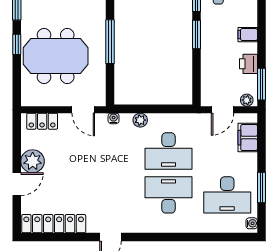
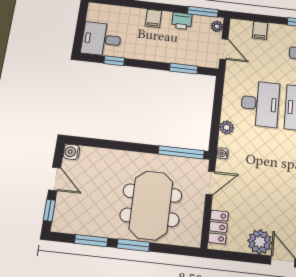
window: (197, 35) -> (184, 69), moved
window: (110, 42) -> (181, 152), moved
window: (17, 44) -> (133, 245), width x1.50
filing cabinet: (248, 138) -> (260, 30), width x0.50

